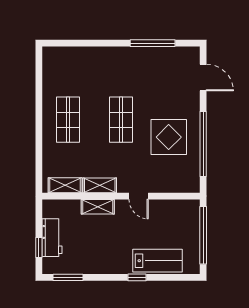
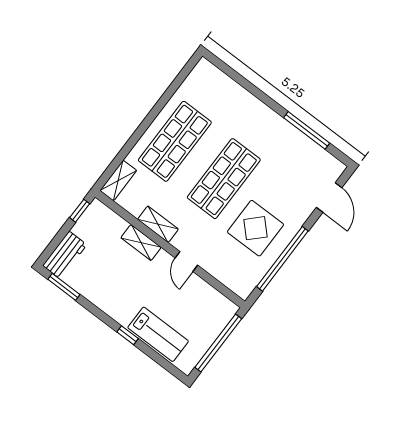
shop shelf: (68, 120) -> (175, 141), width x1.43, depth x1.36
shop shelf: (121, 120) -> (224, 179), width x1.43, depth x1.36
shelving: (65, 185) -> (118, 181), moved, turned 90
workbench: (52, 238) -> (65, 255), moved
window: (39, 247) -> (80, 211), moved

